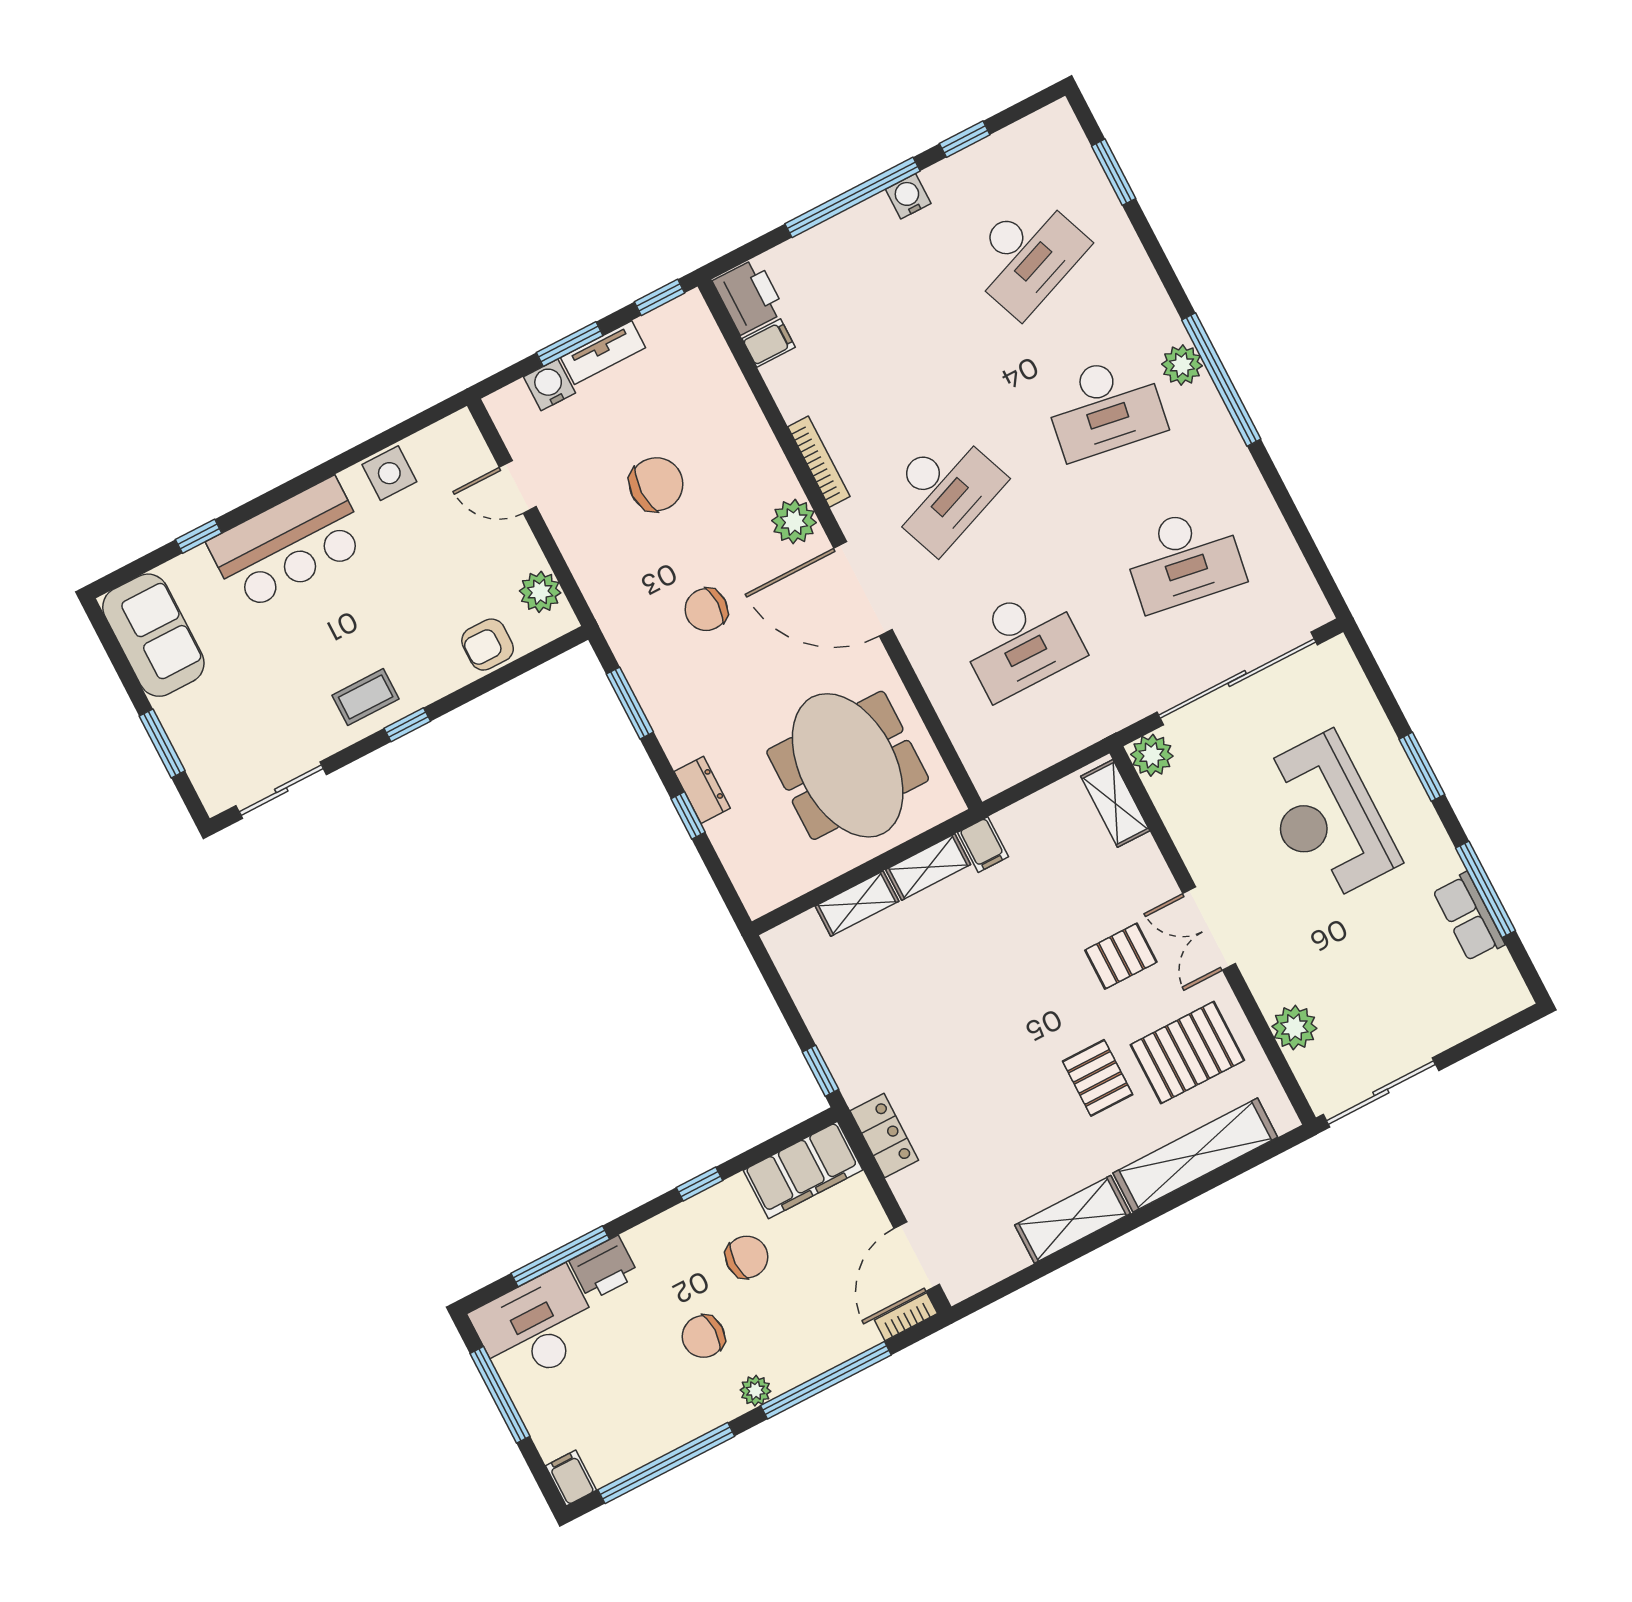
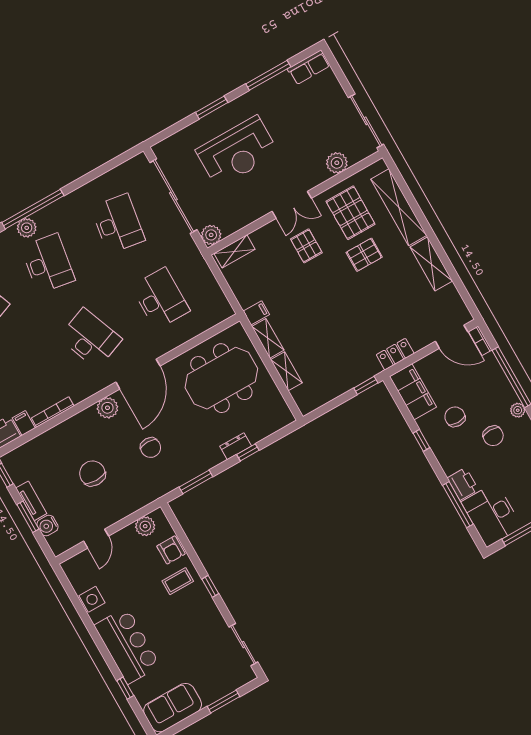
bookcase: (819, 462) -> (53, 412), moved
coffee table: (366, 697) -> (178, 581), moved, turned 90
row of seats: (1469, 917) -> (309, 67), moved

